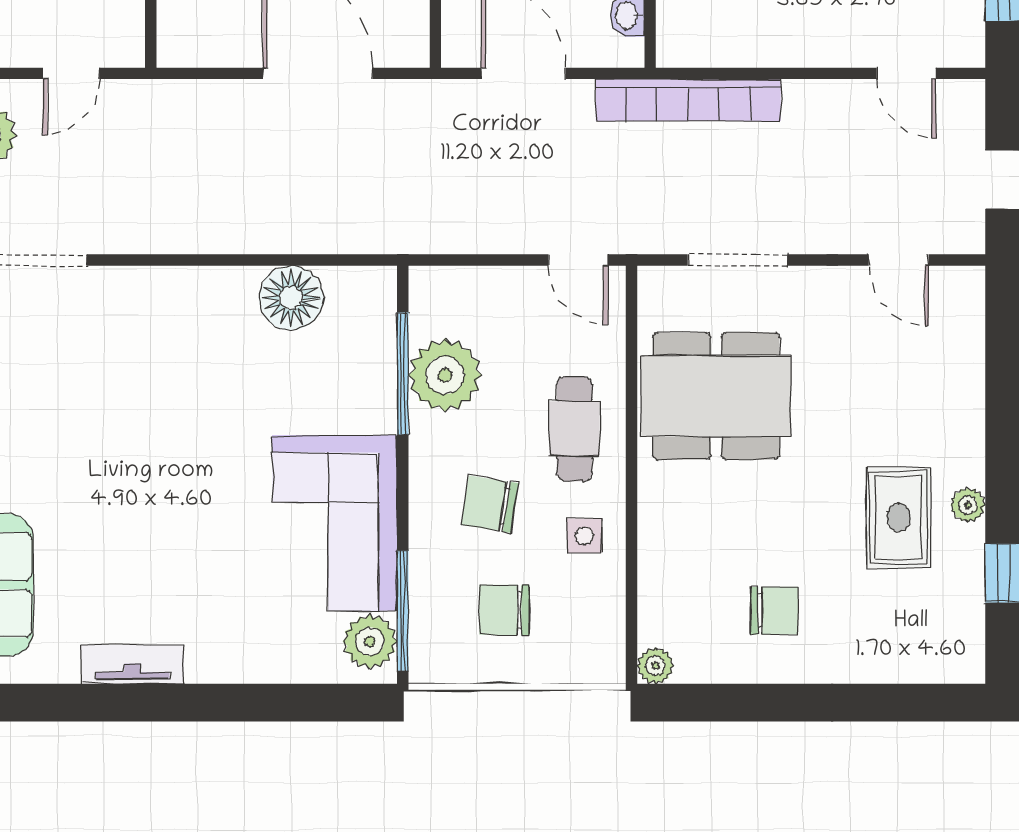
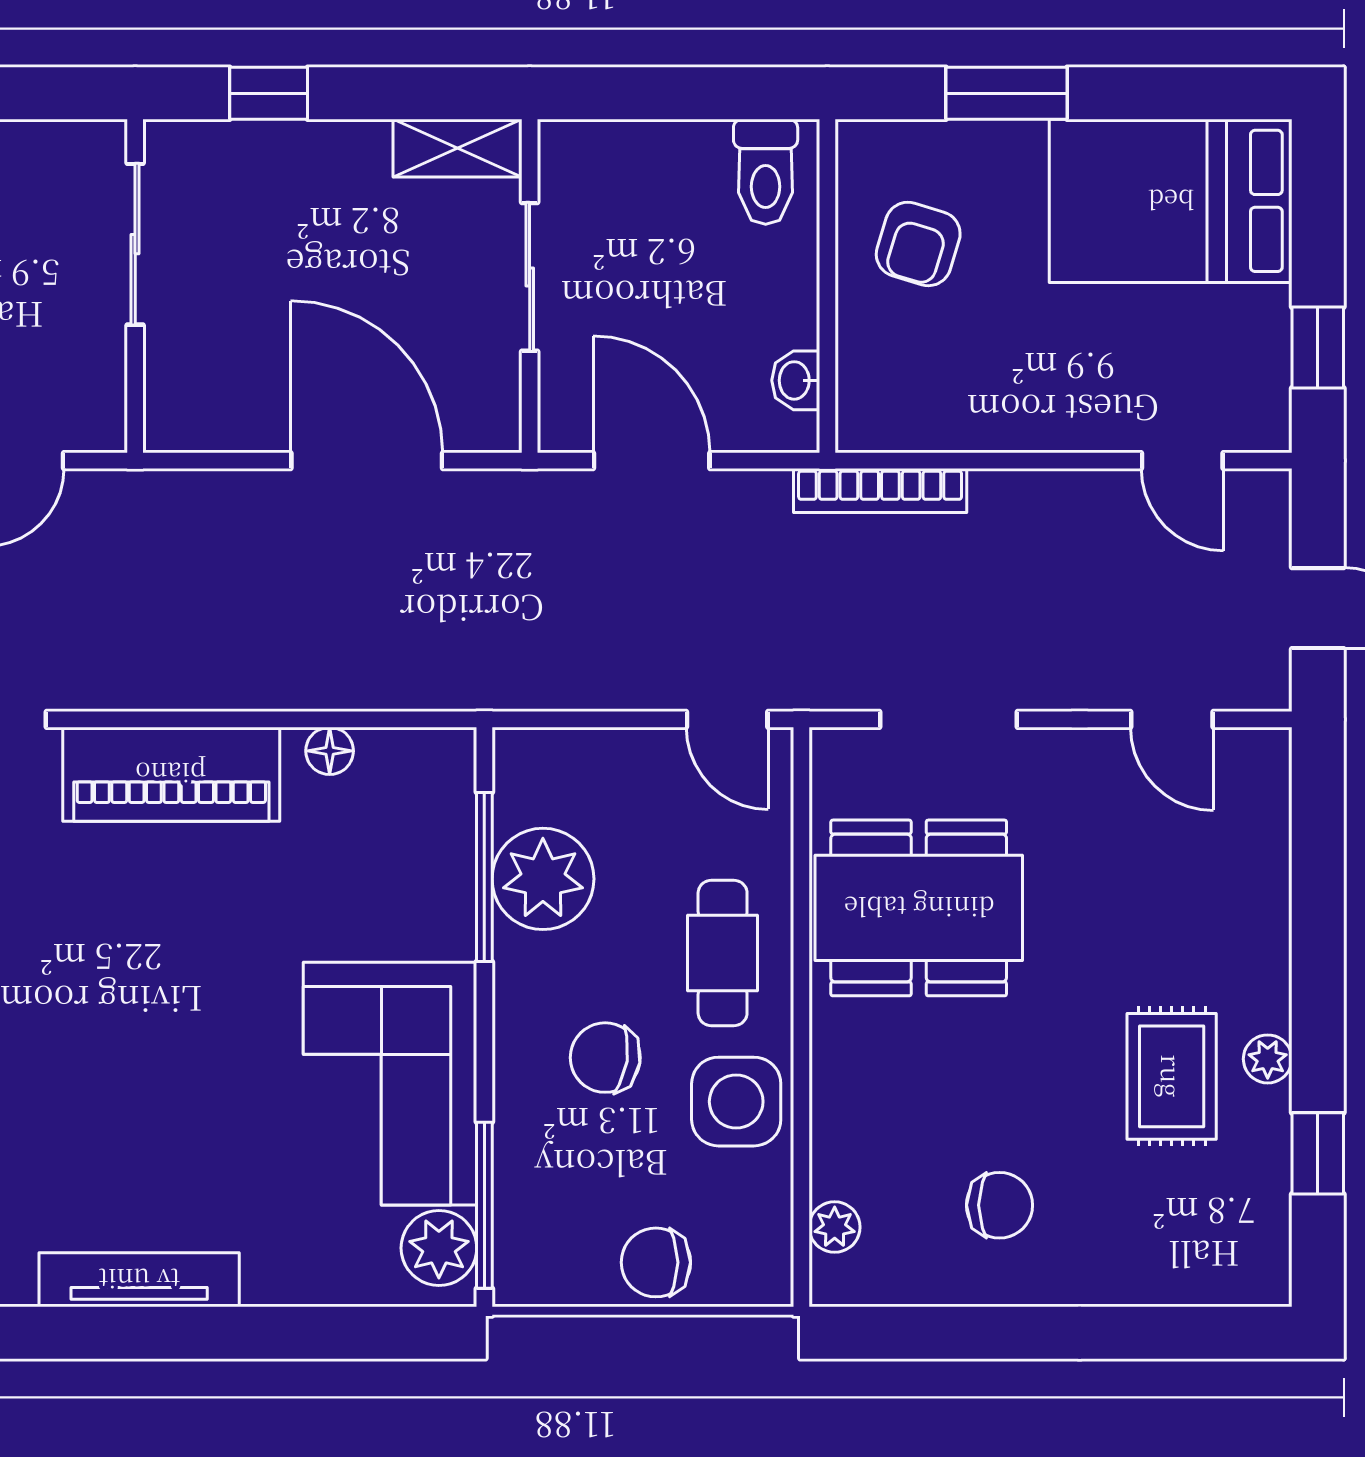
bookcase: (688, 100) -> (880, 491), width x0.68, depth x0.76
floor lamp: (291, 298) -> (330, 751), width x0.53, depth x0.53
piano: (177, 300) -> (171, 774), added
side table: (584, 536) -> (736, 1102), width x1.87, depth x1.87
chair: (504, 610) -> (656, 1262), moved
tv unit: (133, 664) -> (139, 1280), width x1.41
plant: (655, 666) -> (835, 1227), moved

